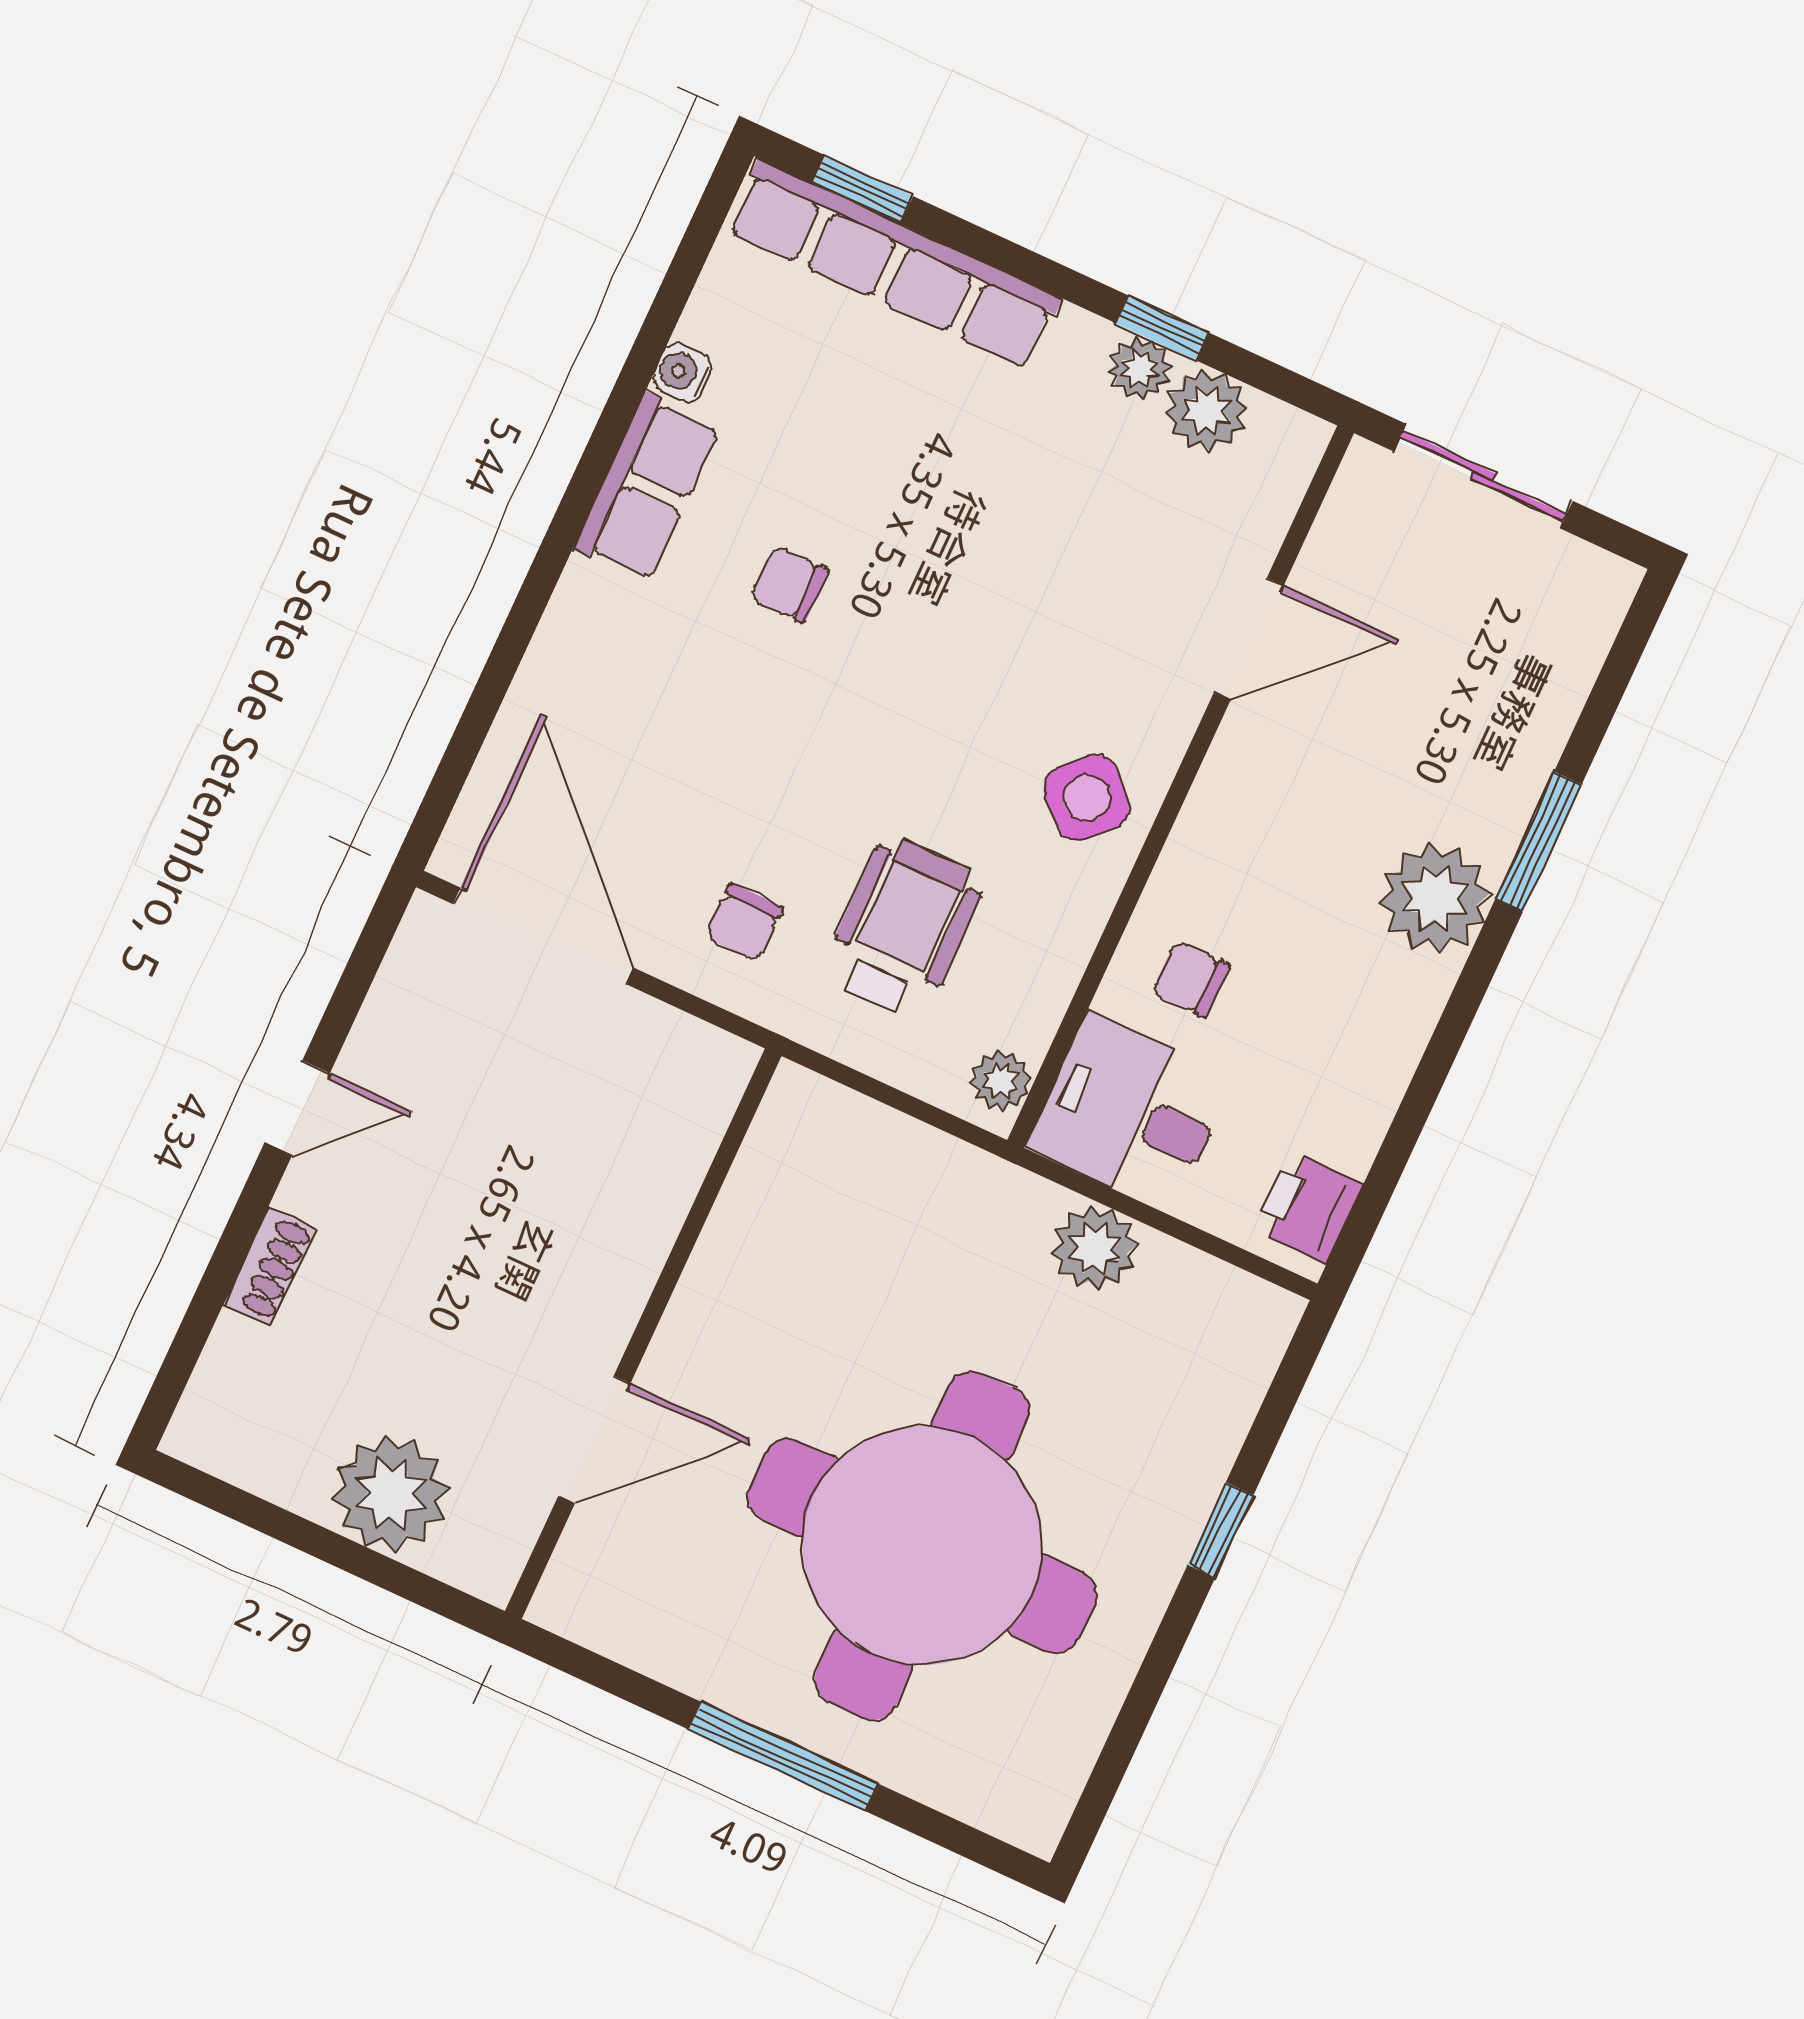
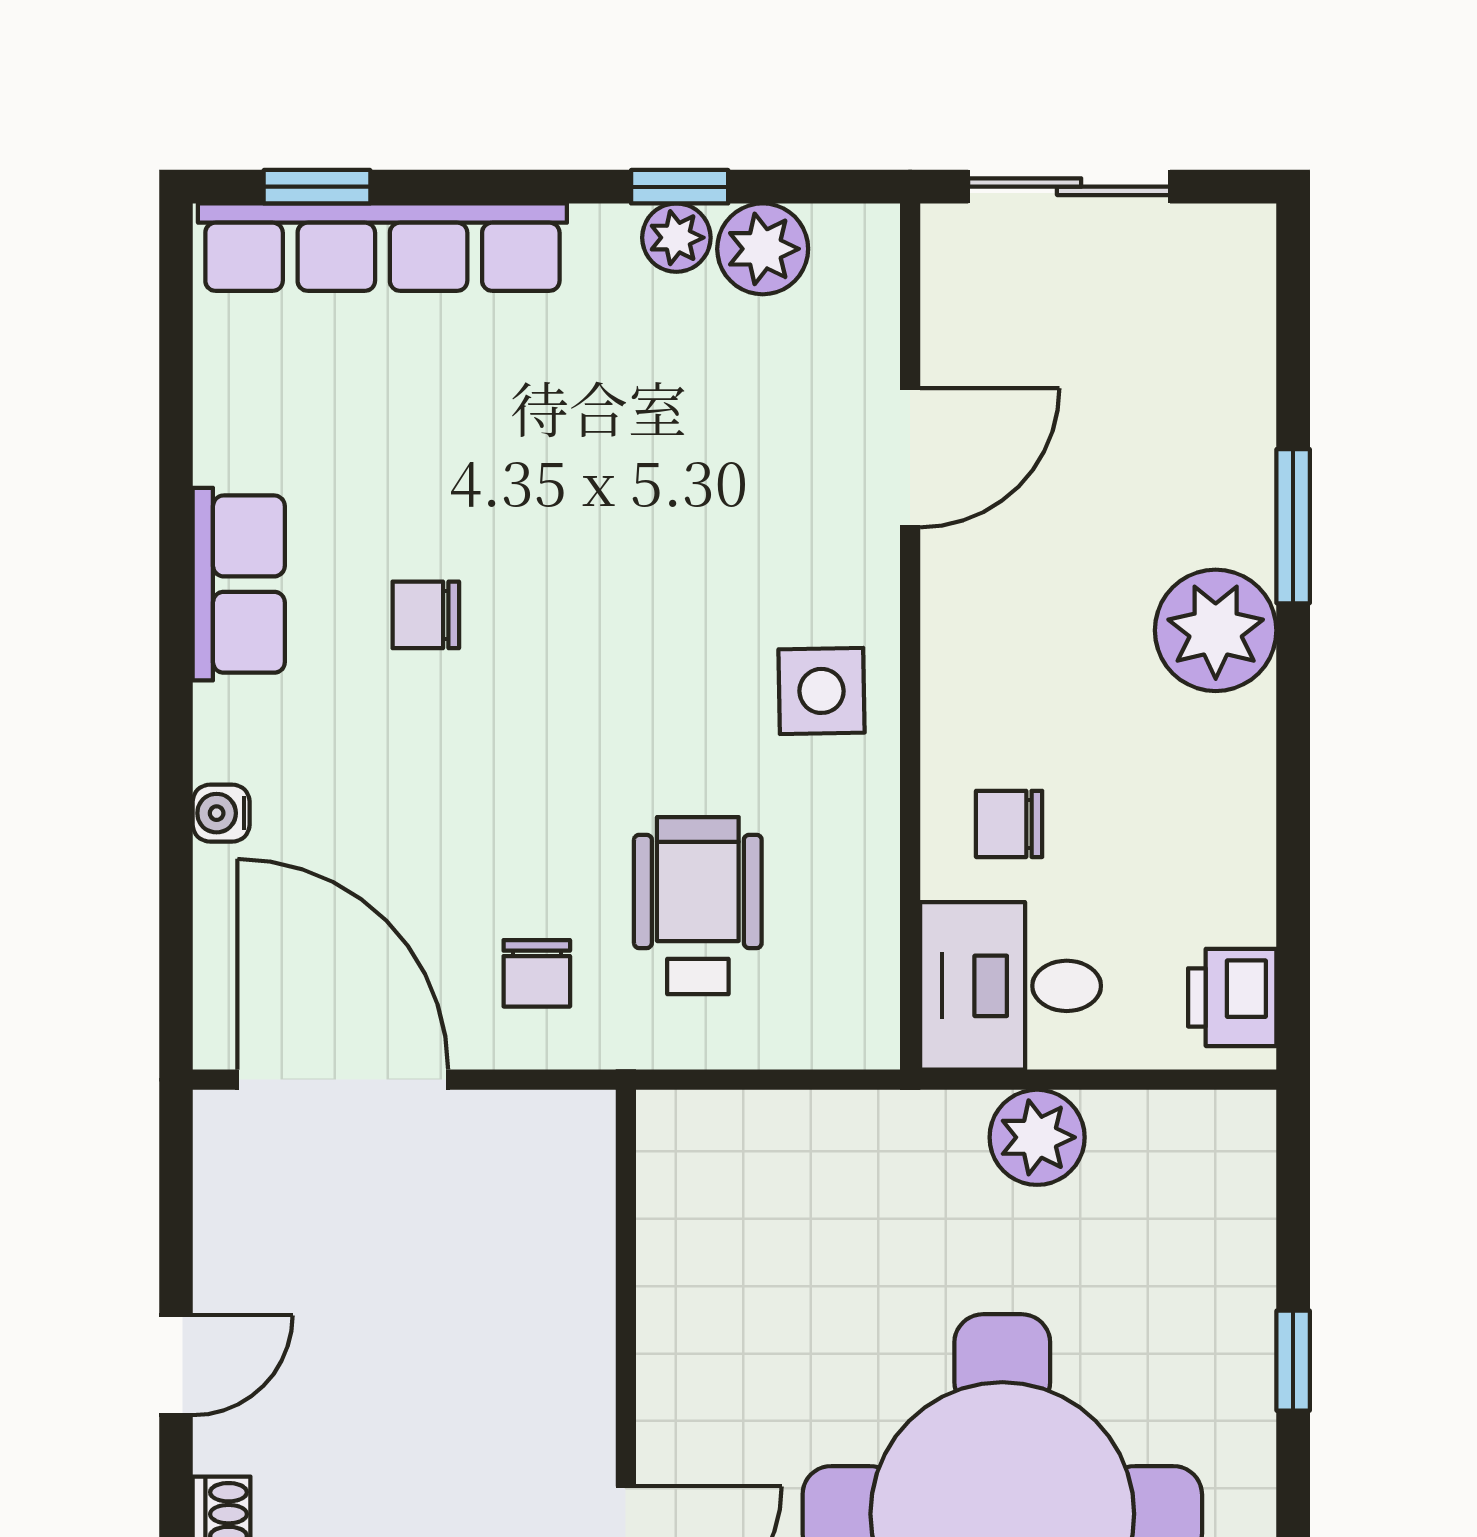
water cooler: (682, 372) -> (221, 813), moved
side table: (1087, 798) -> (822, 691), turned 45
plant: (1001, 1081) -> (866, 1013), removed

